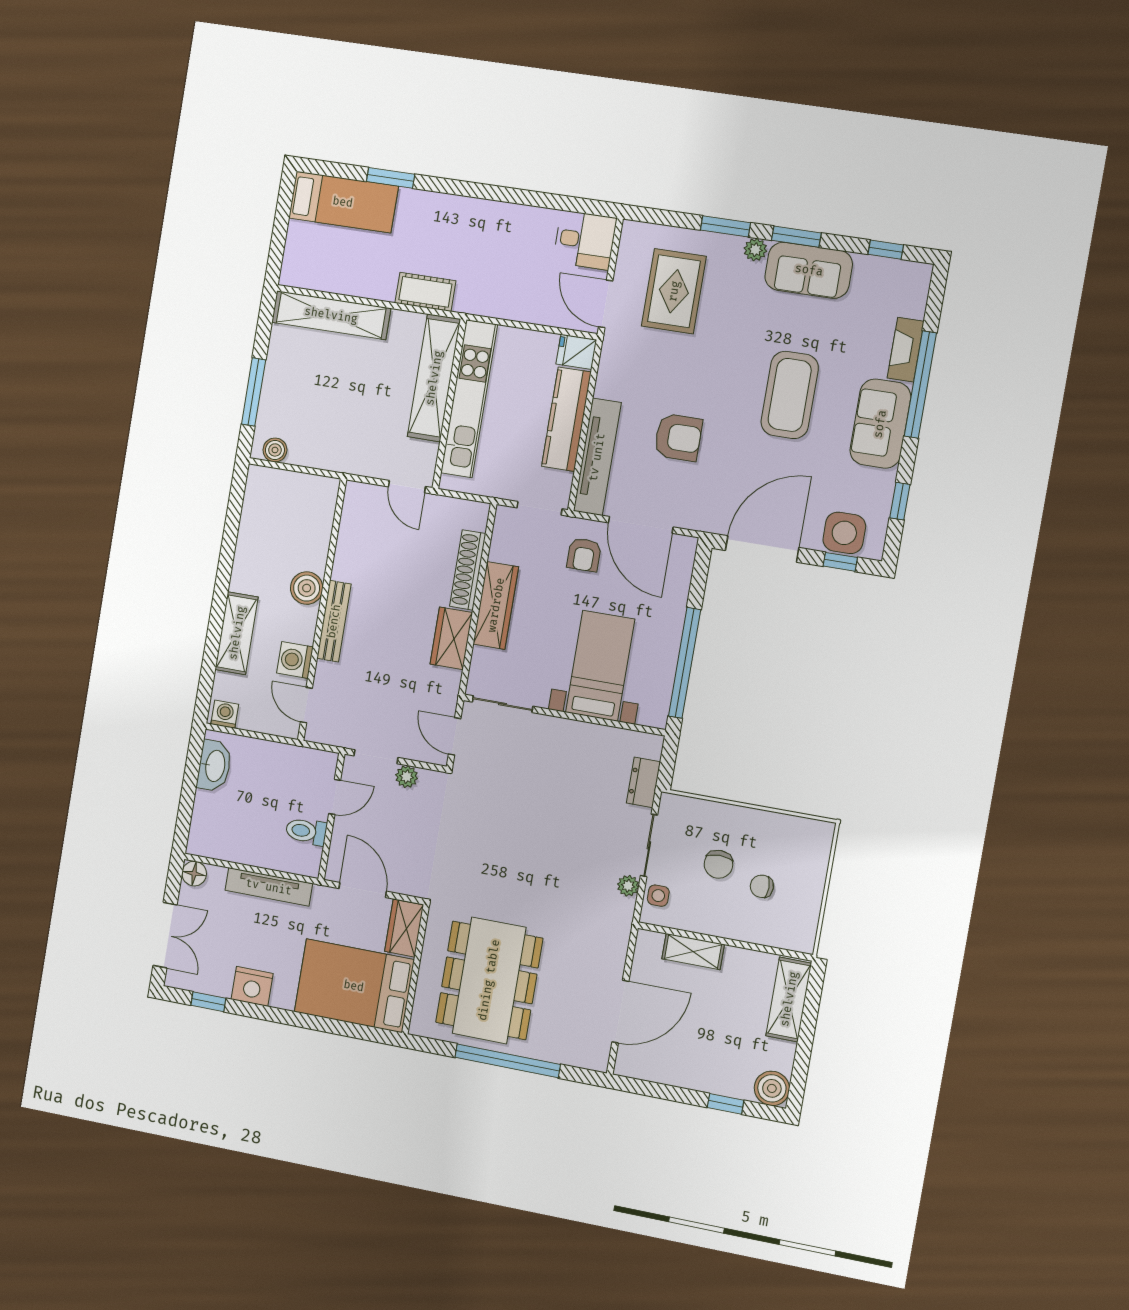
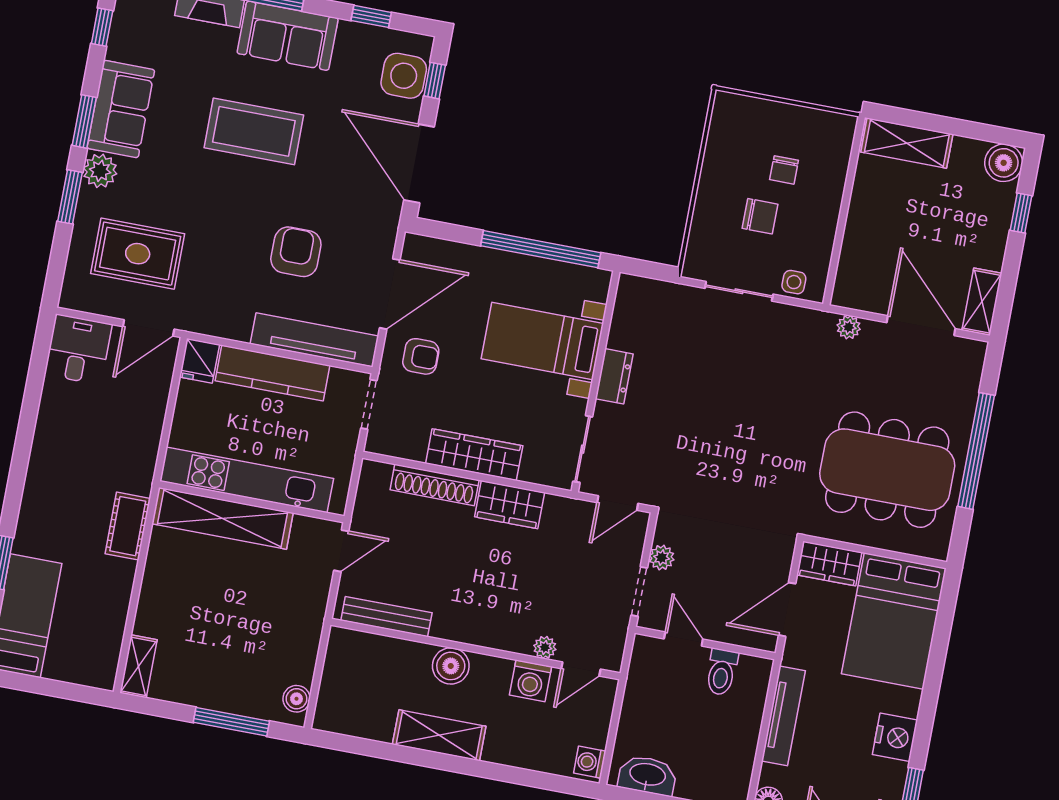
plant: (755, 250) -> (100, 171), width x1.38, depth x1.38
shelving: (331, 315) -> (138, 666), width x0.45, depth x0.75
bench: (334, 621) -> (386, 617), moved
shelving: (237, 633) -> (439, 735), moved
plant: (325, 672) -> (545, 647), added
dresser: (643, 782) -> (614, 376), moved, turned -90
plant: (628, 886) -> (849, 327), moved
shelving: (693, 952) -> (982, 302), moved

